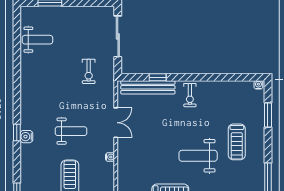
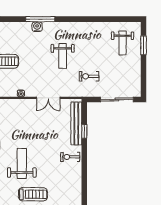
weight bench: (37, 40) -> (123, 43), moved
weight bench: (71, 131) -> (63, 56), moved
window: (17, 133) -> (40, 19), width x2.17
treadmill: (237, 142) -> (33, 194), turned 180

